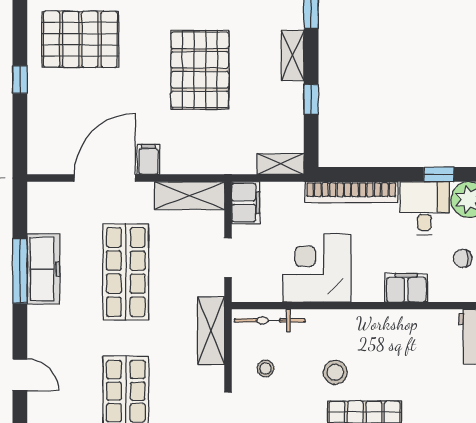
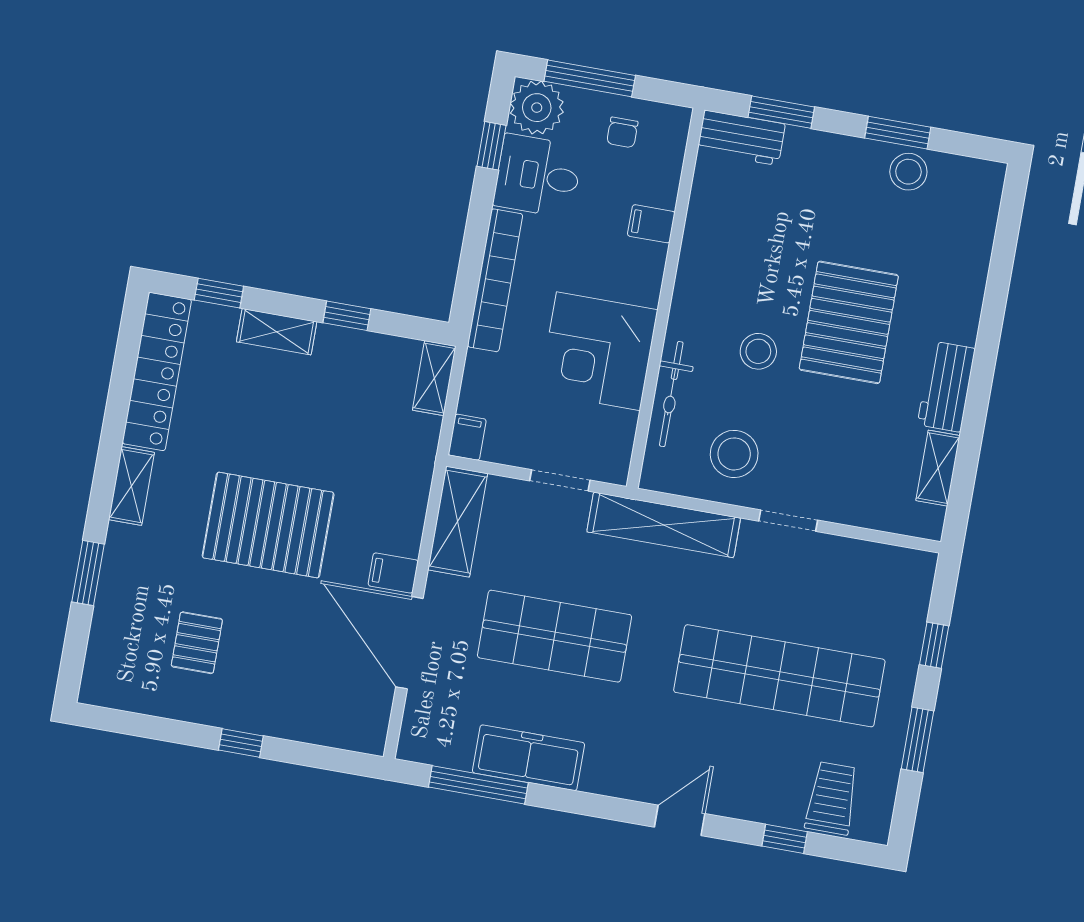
pallet: (80, 39) -> (197, 643), width x0.49, depth x0.50
pallet: (200, 70) -> (268, 525), moved
filing cabinet: (246, 203) -> (467, 437), width x0.50
window: (20, 271) -> (478, 785), moved
filing cabinet: (406, 288) -> (651, 224), width x0.50
bicycle: (270, 320) -> (671, 394), moved
shelving: (211, 331) -> (664, 525), width x1.47
stool: (265, 368) -> (734, 454), width x1.89, depth x1.89

